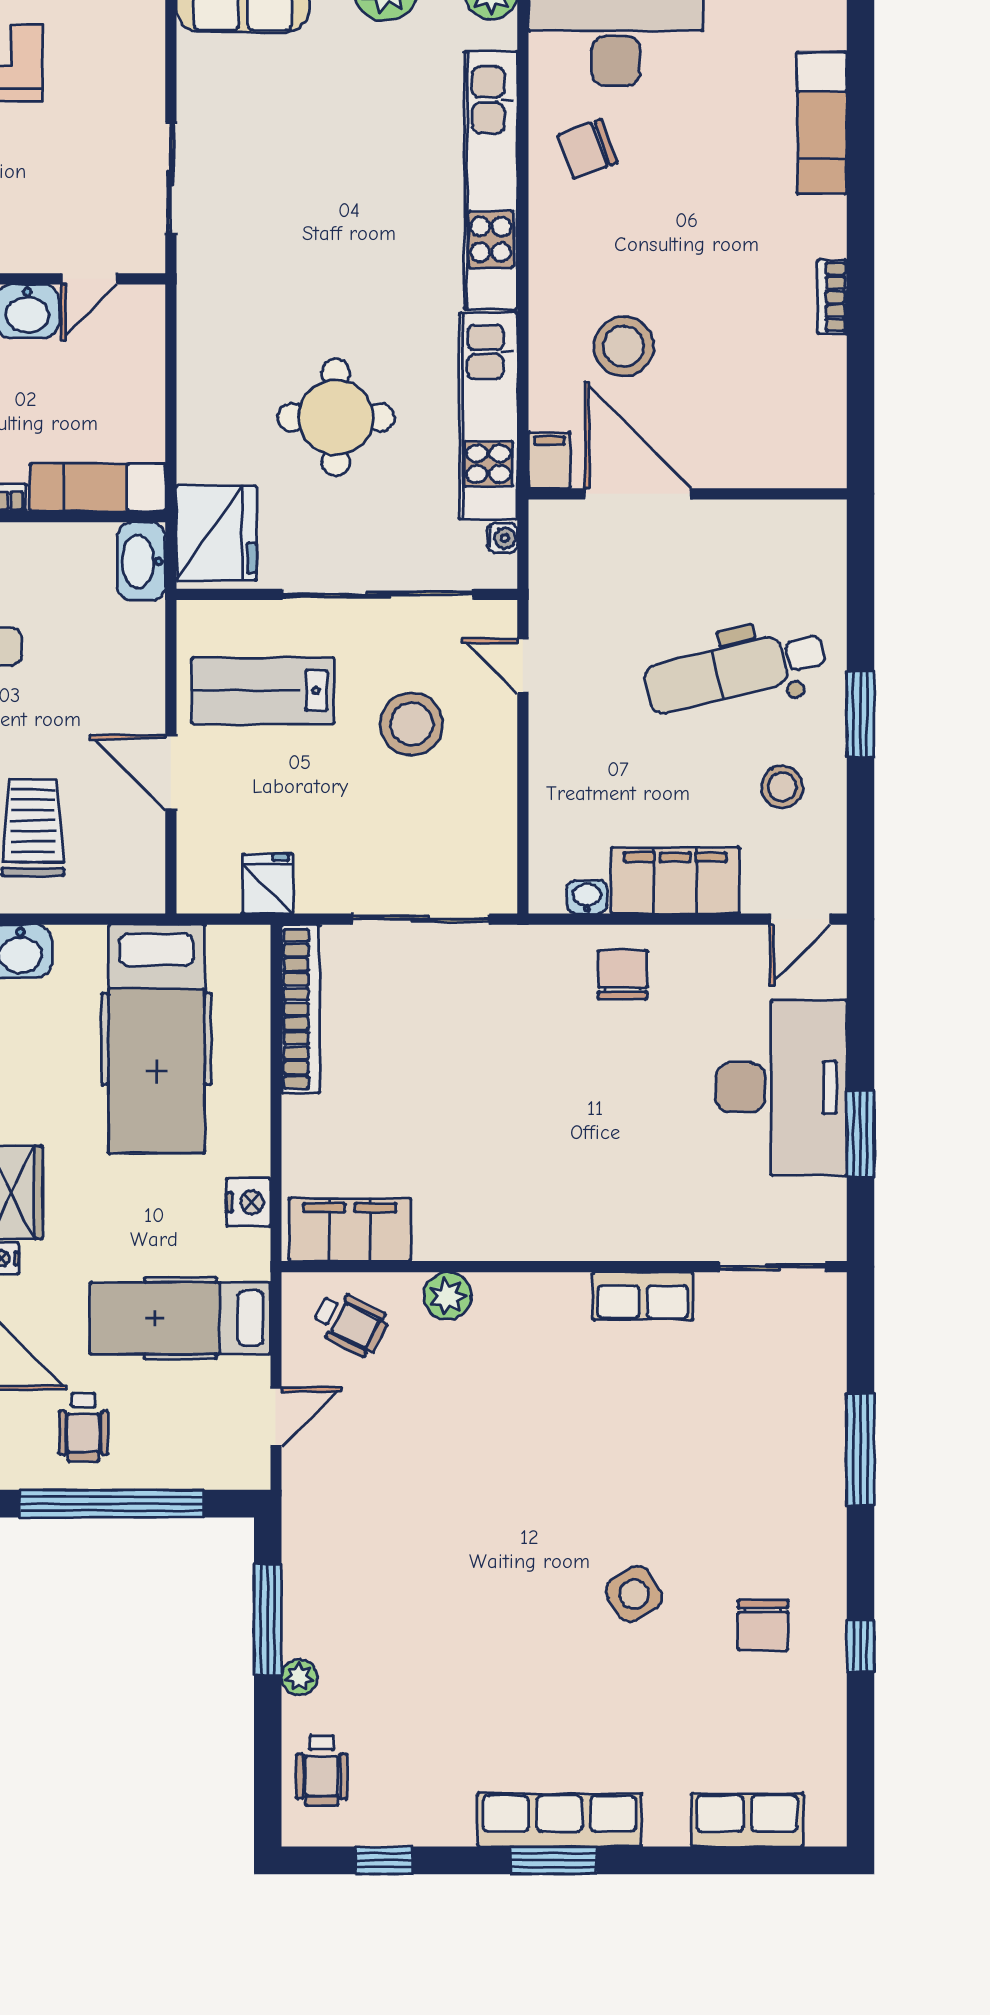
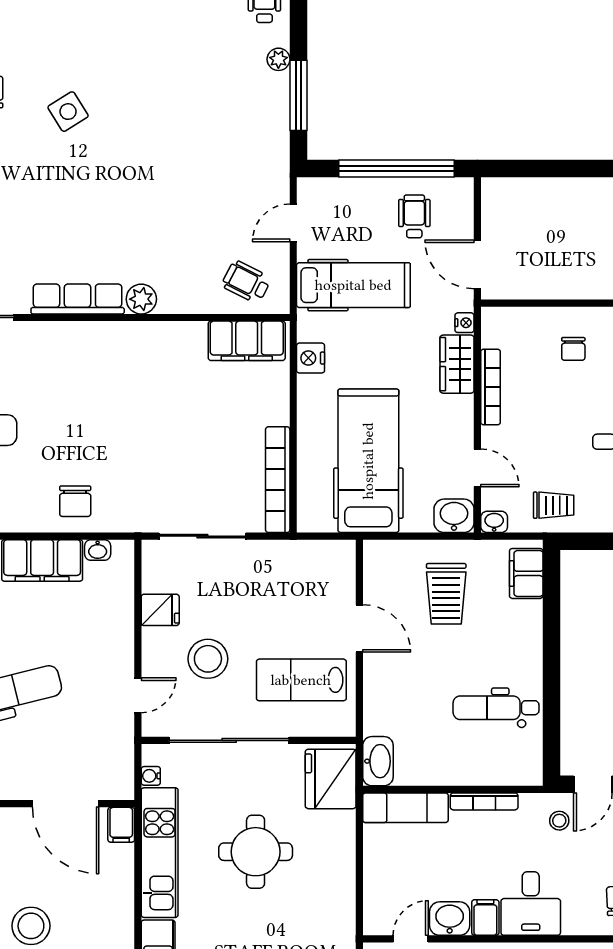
stool: (624, 346) -> (31, 926), moved
door: (523, 666) -> (138, 695), hinge flipped
lab bench: (263, 691) -> (301, 680), turned 180
fridge: (268, 884) -> (160, 610), moved, turned -90
plant: (447, 1296) -> (141, 299), moved
row of seats: (643, 1296) -> (78, 299), width x1.48

